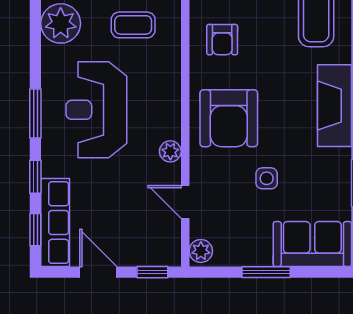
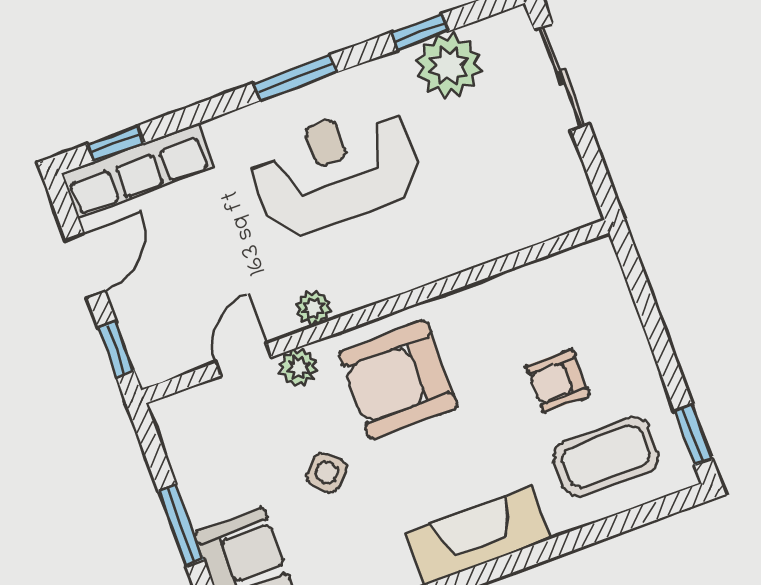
coffee table: (133, 25) -> (488, 178), removed
armchair: (222, 40) -> (558, 381), moved
window: (35, 177) -> (420, 32), moved
side table: (267, 178) -> (327, 473), turned 45
plant: (201, 251) -> (298, 367), moved

